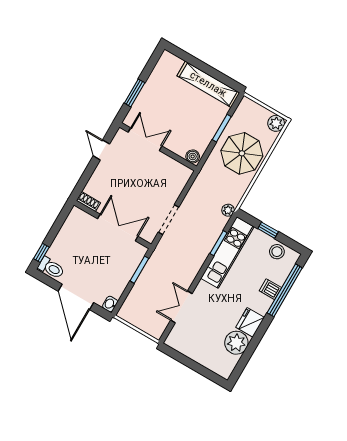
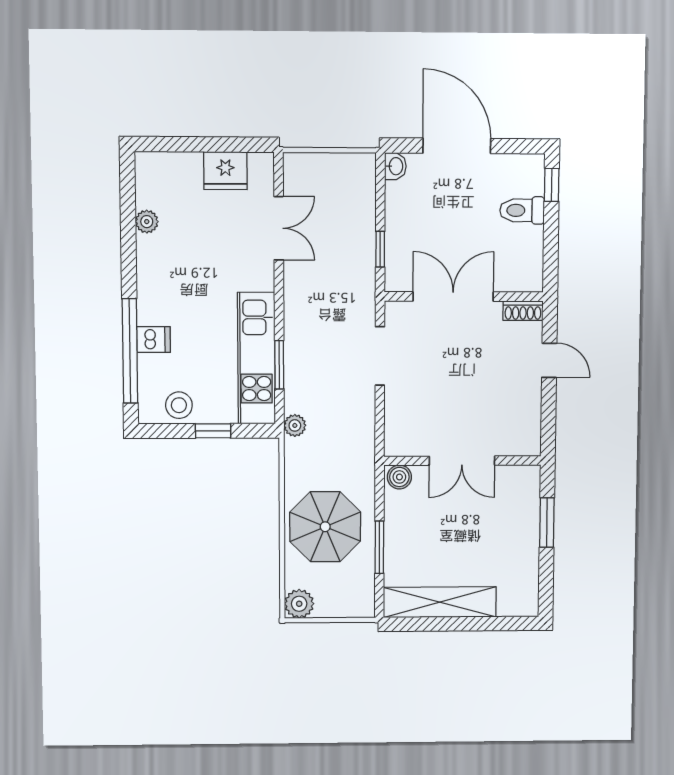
double door: (145, 139) -> (462, 461), moved
door: (101, 150) -> (549, 360), moved
double door: (118, 228) -> (453, 297), swing flipped
toilet: (51, 268) -> (522, 210), moved
window: (139, 270) -> (380, 249), width x0.67
fridge: (250, 322) -> (225, 171), moved, turned 90
plant: (236, 343) -> (147, 222), width x0.53, depth x0.53

